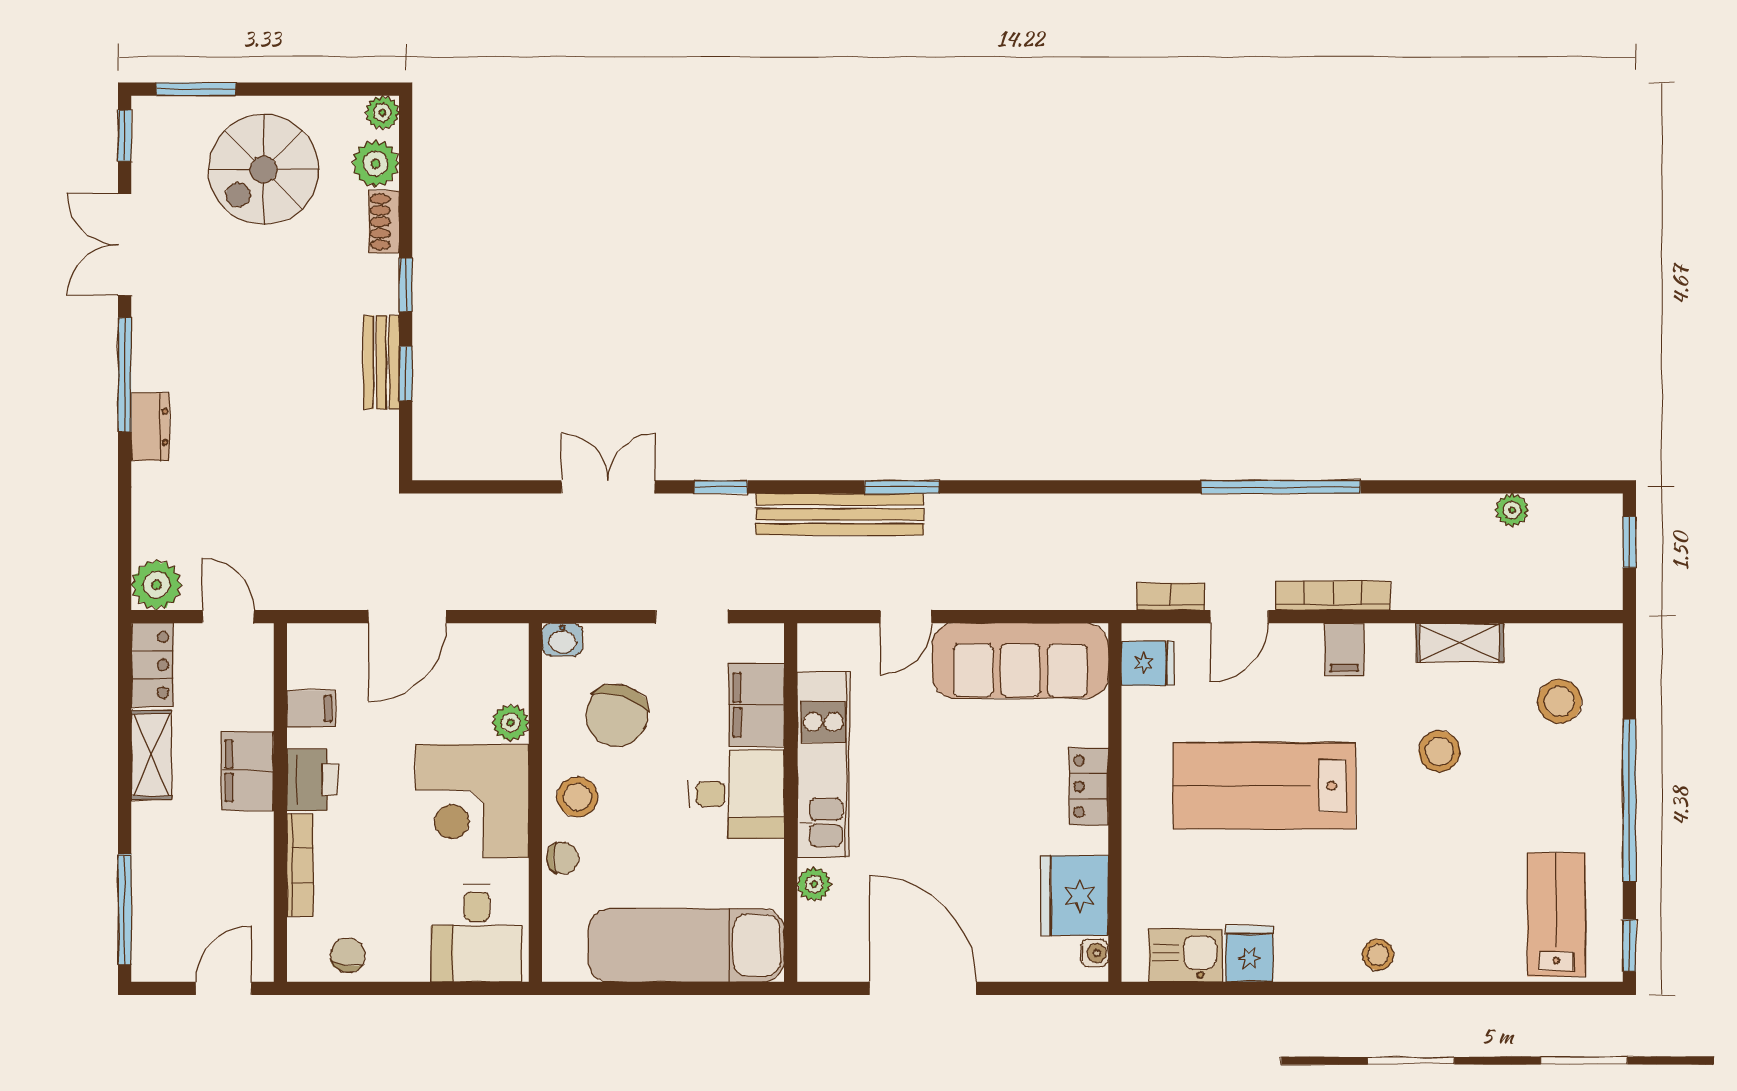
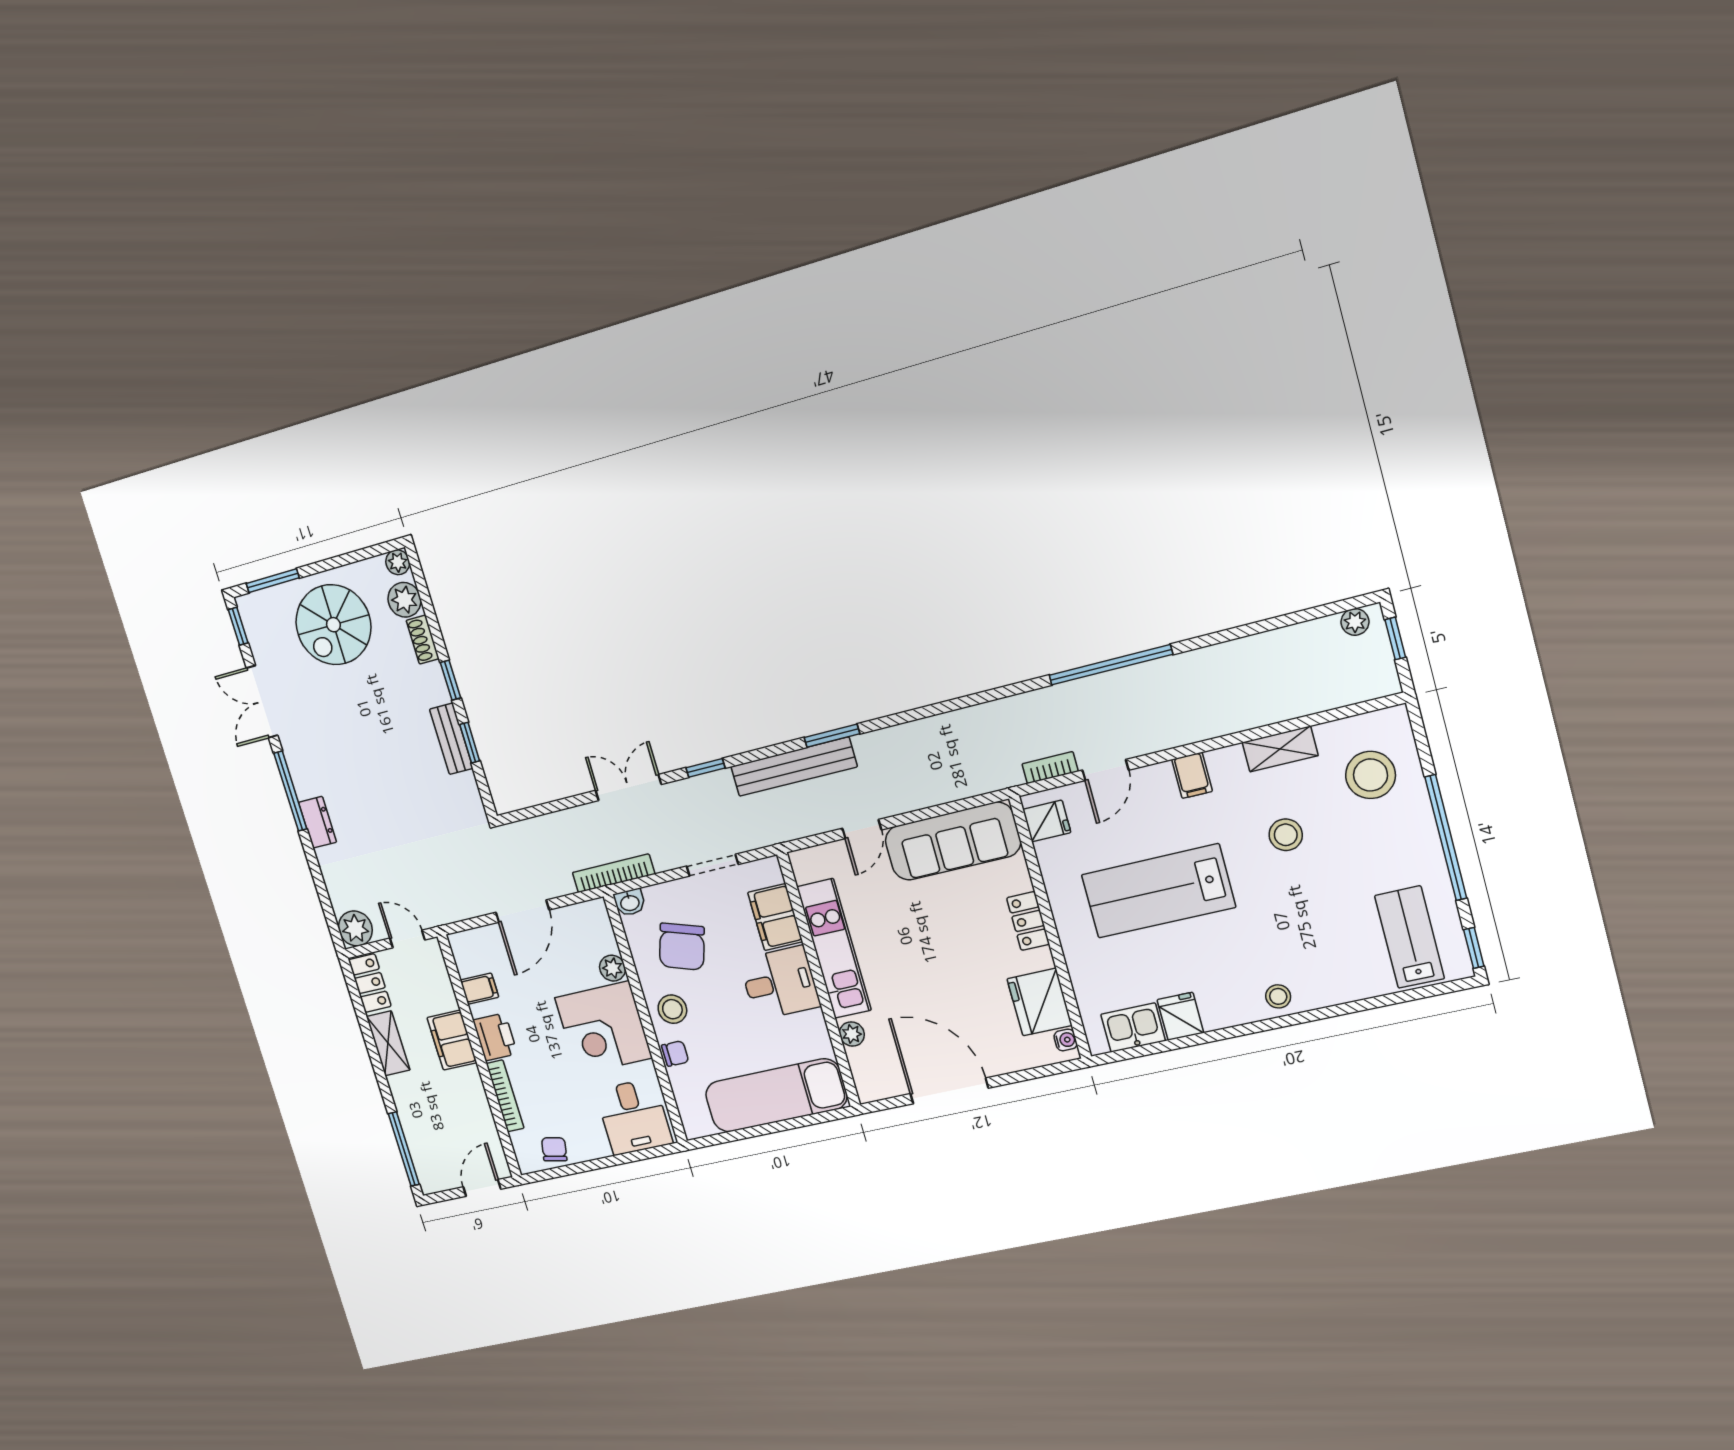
plant: (1512, 510) -> (1355, 622), moved
bookcase: (1333, 596) -> (614, 873), moved
stool: (1559, 701) -> (1370, 775), width x1.38, depth x1.38

